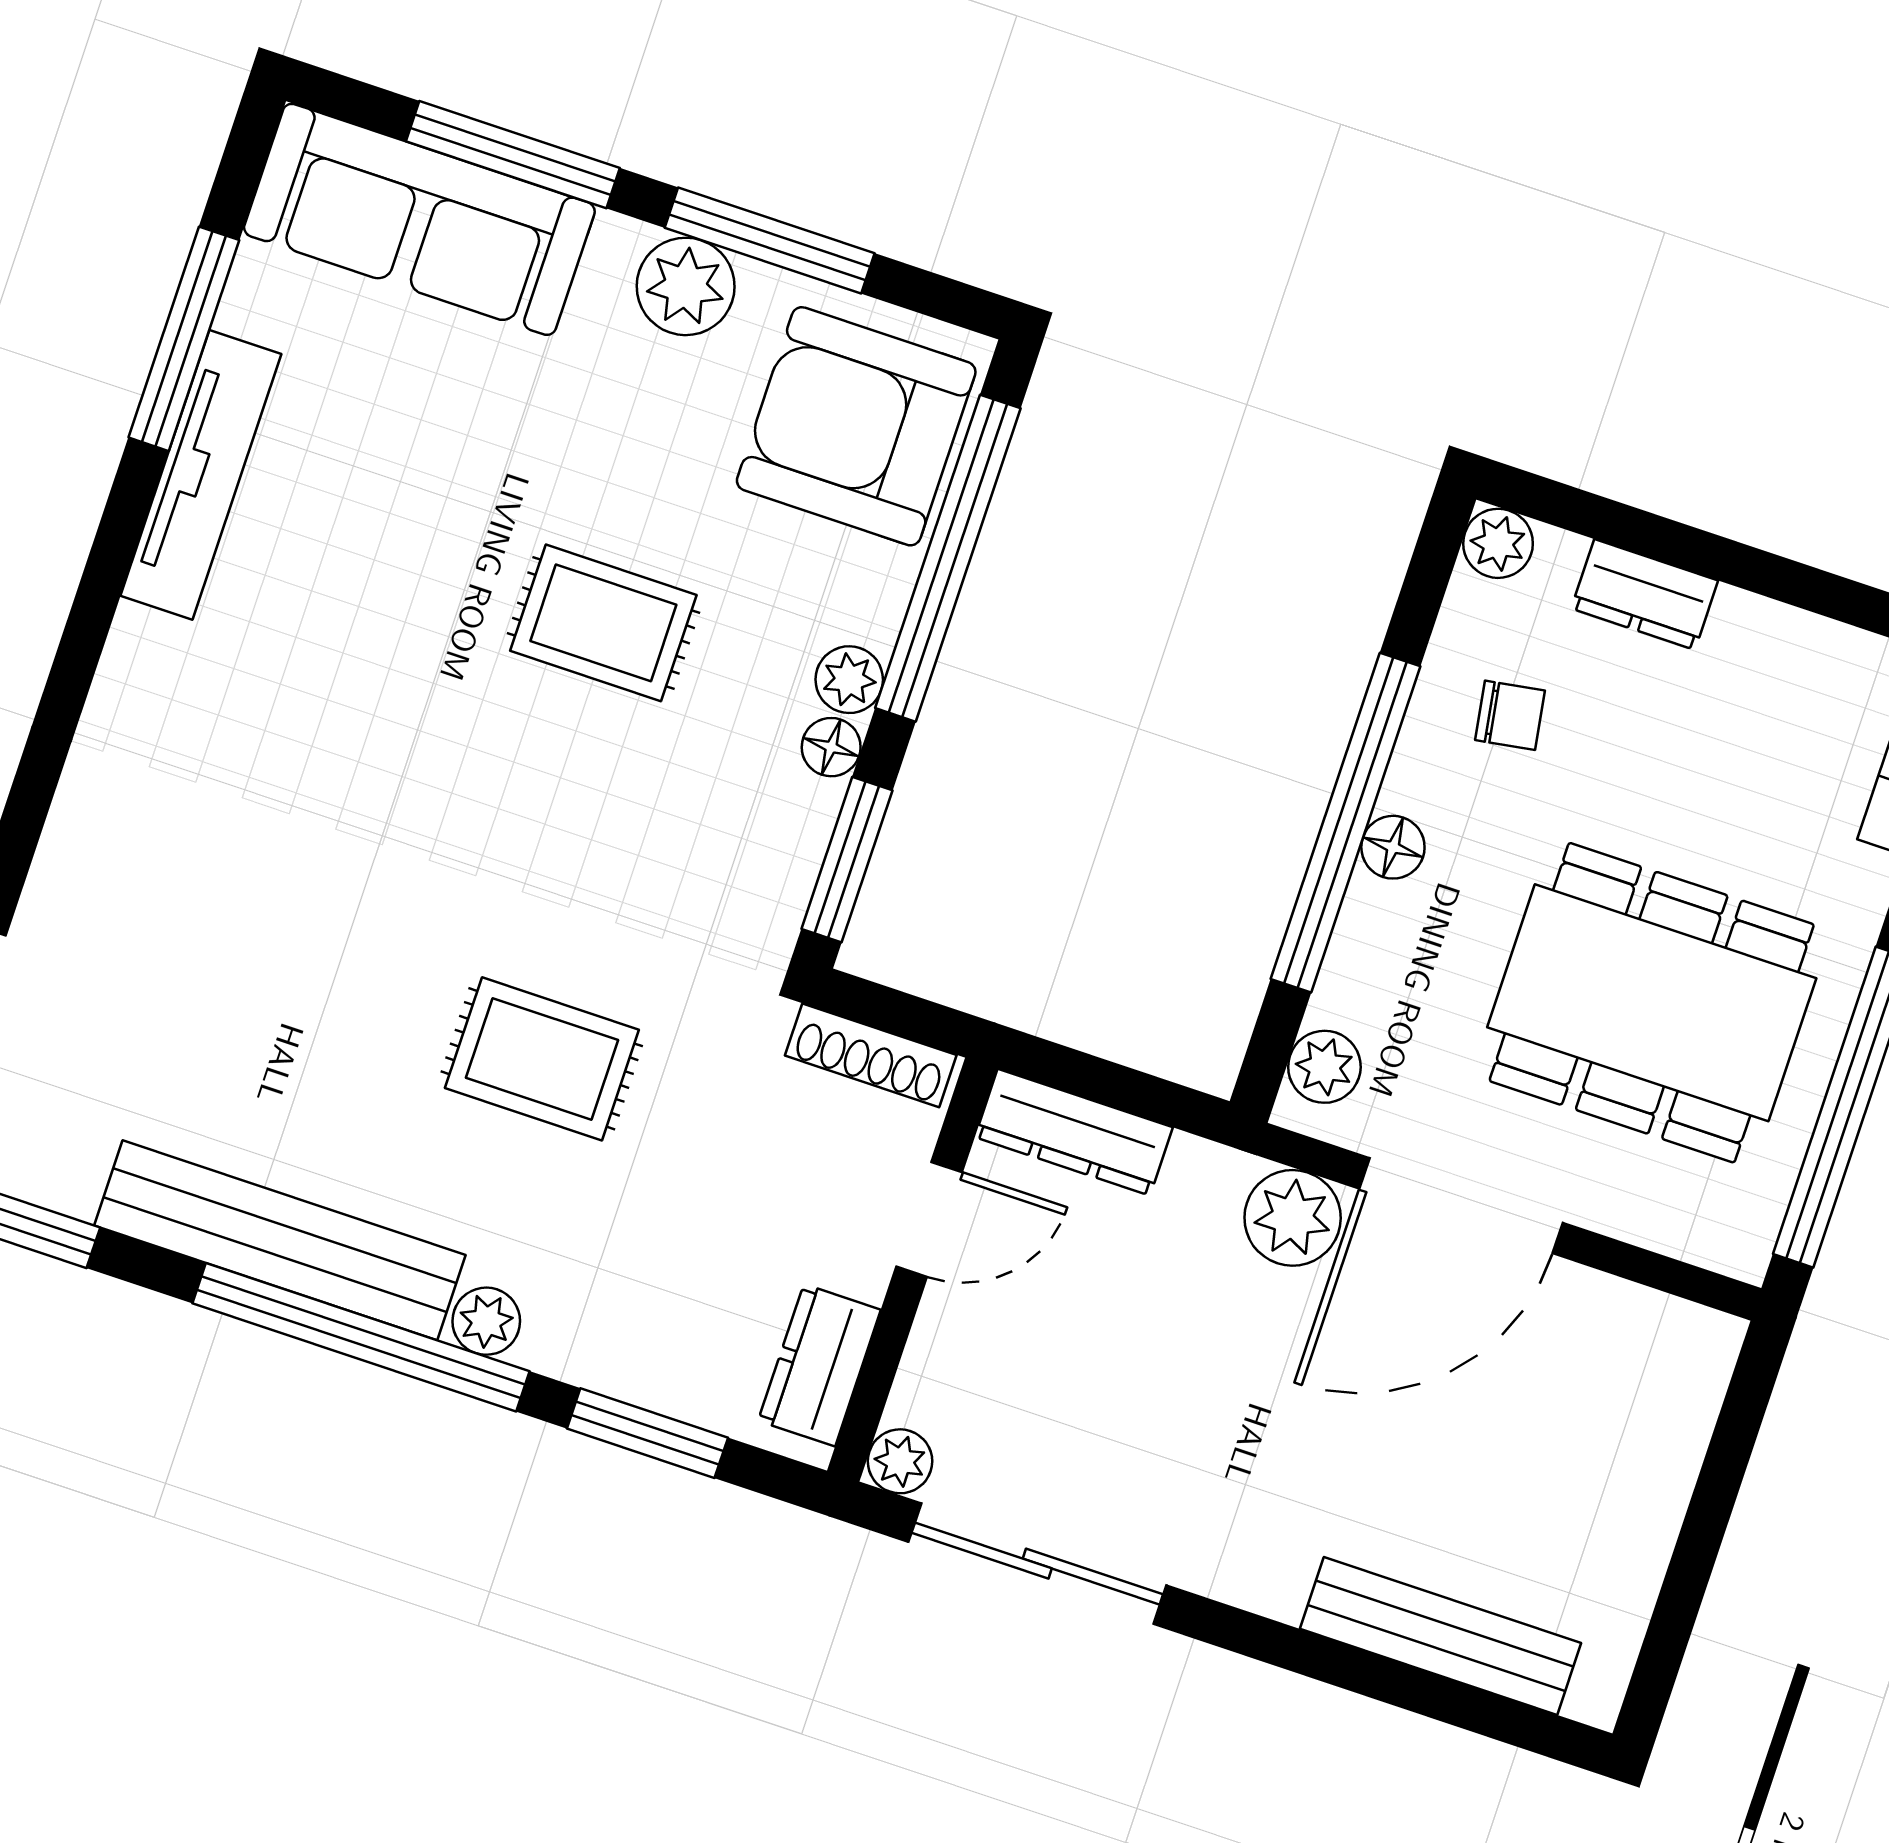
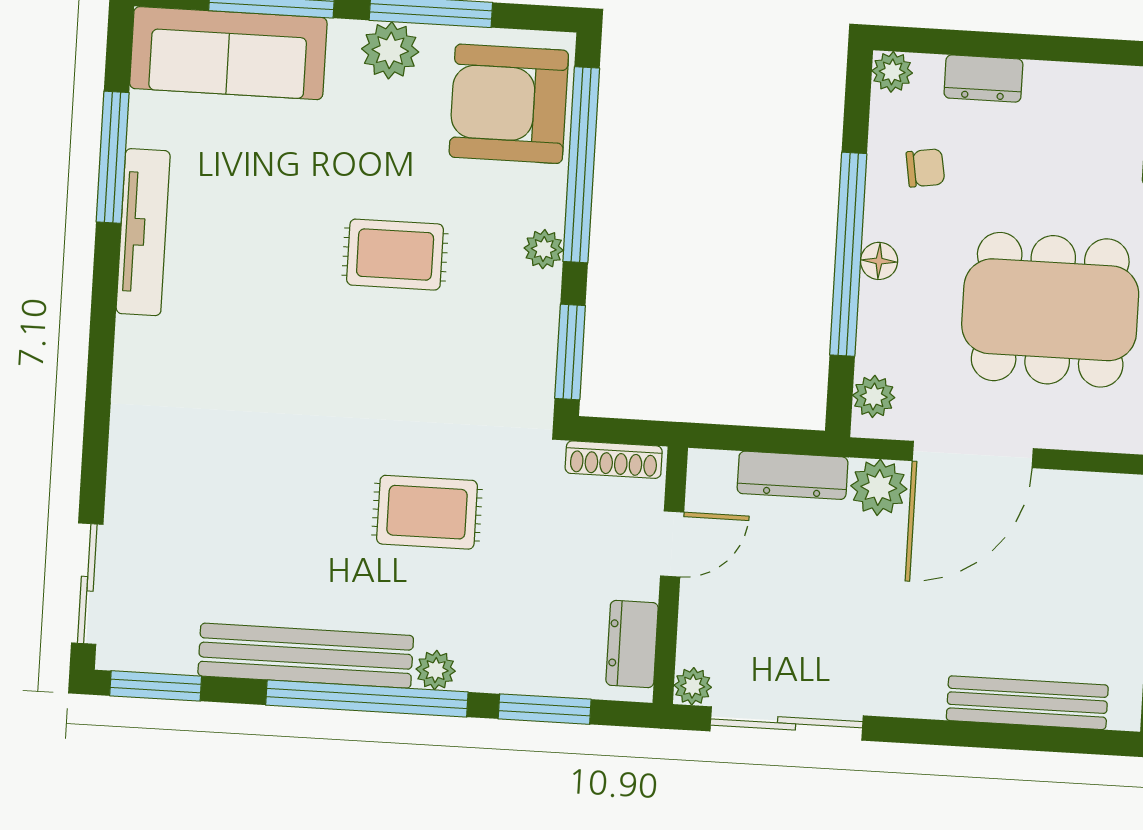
floor lamp: (831, 747) -> (544, 290), removed
dresser: (1074, 1132) -> (793, 475), moved

